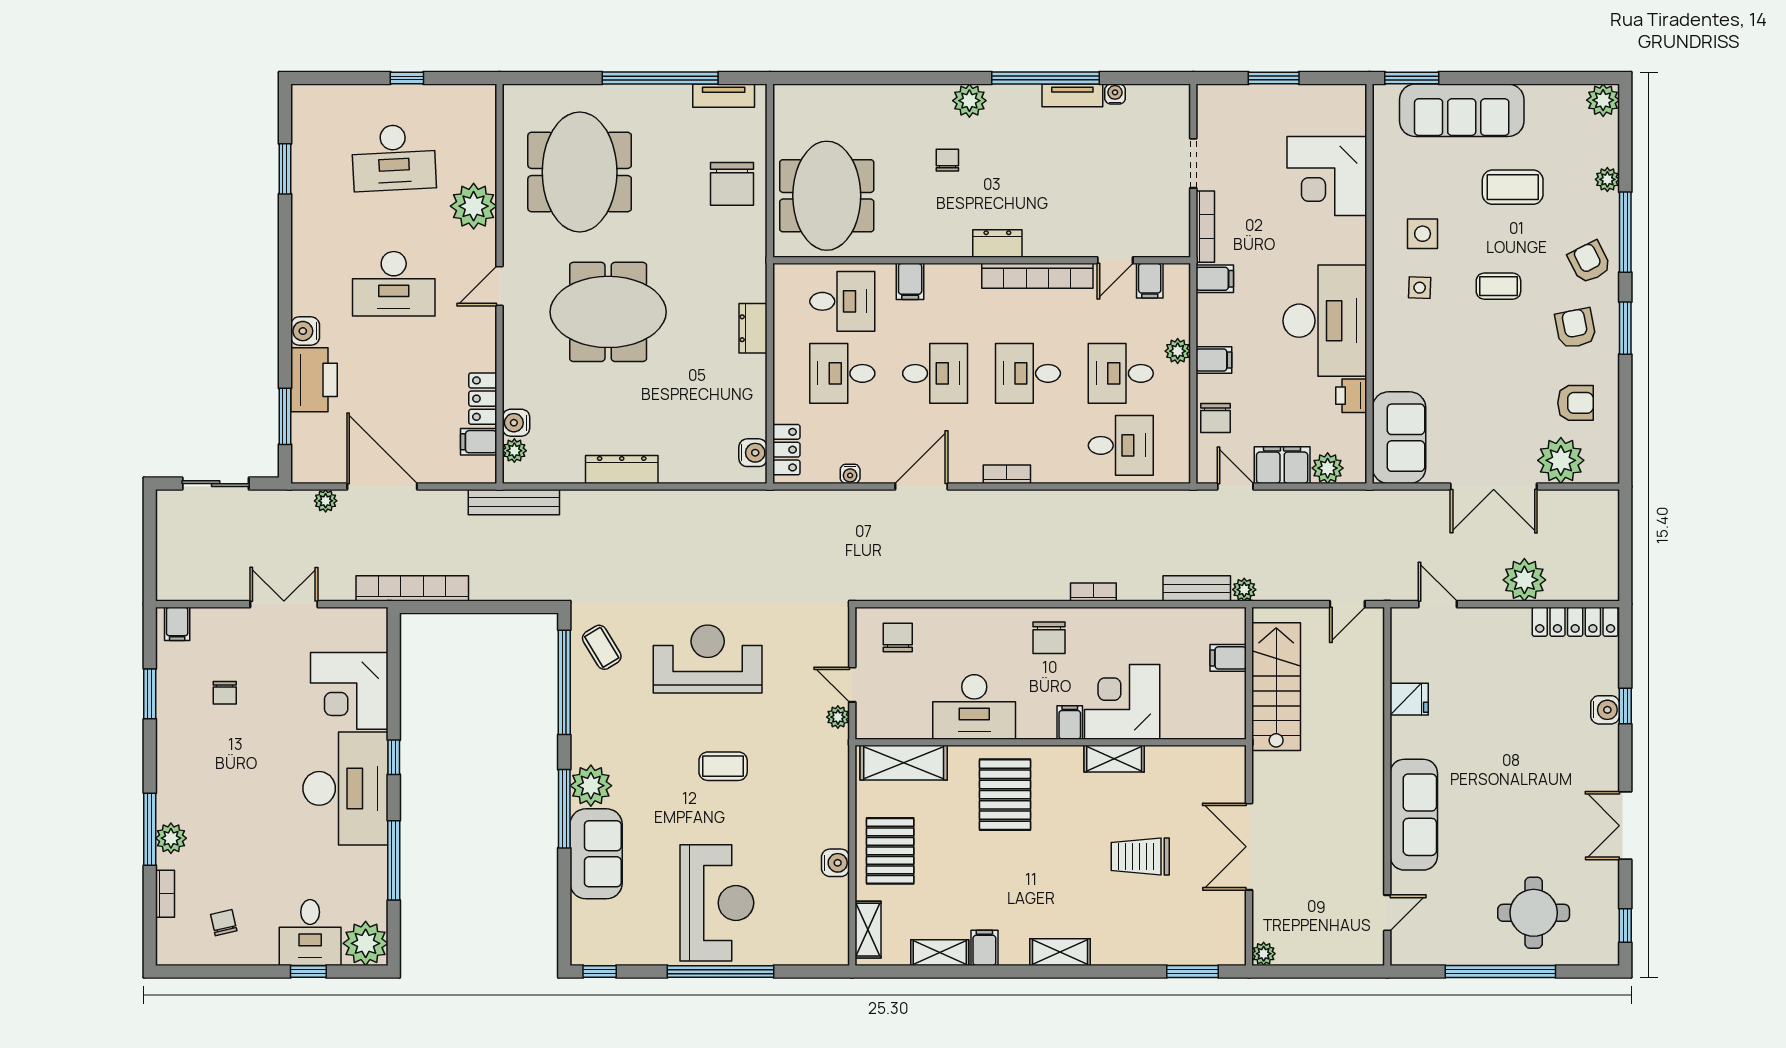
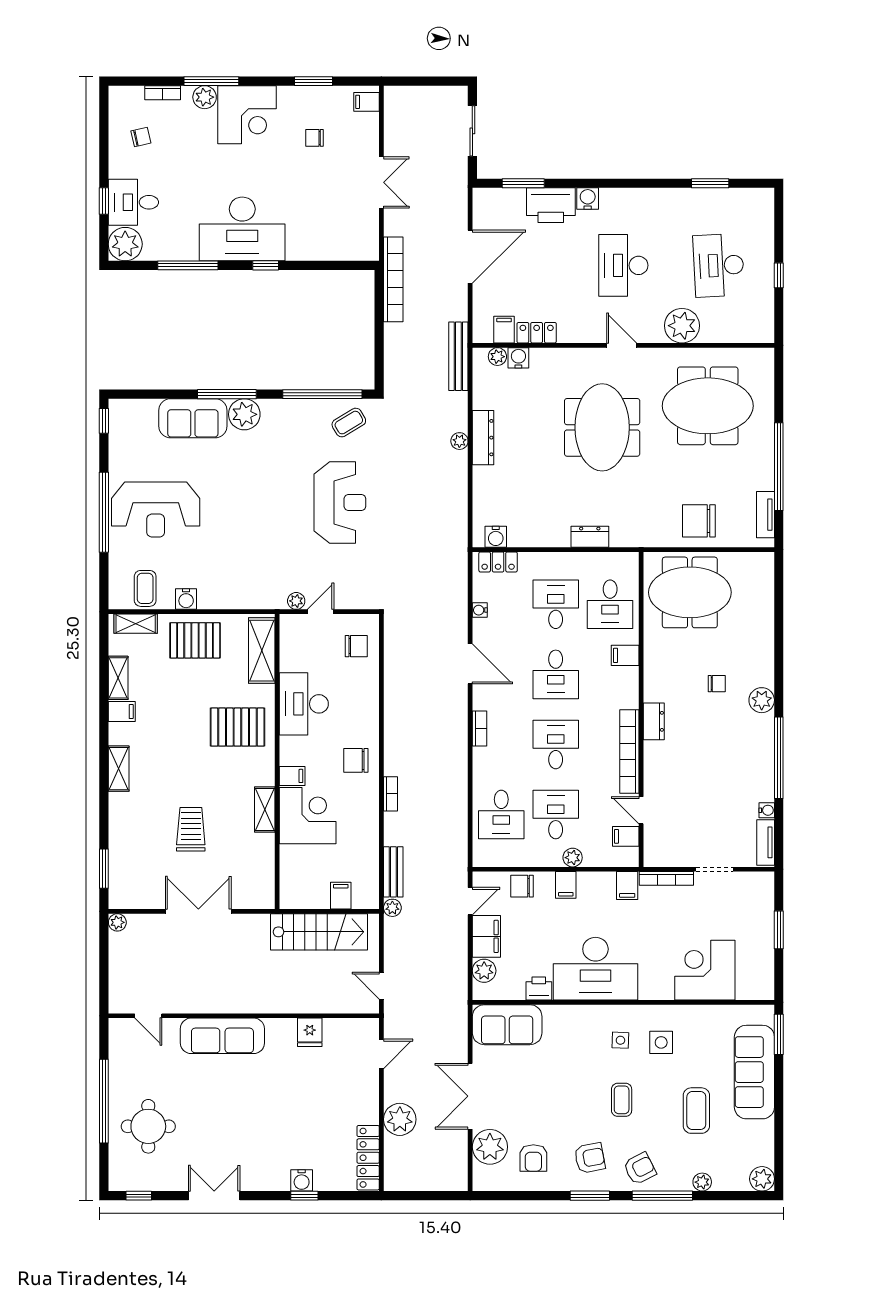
tv unit: (1072, 95) -> (766, 842), moved
plant: (326, 501) -> (459, 441), moved
corner desk: (349, 691) -> (247, 115), moved, turned 180
coffee table: (723, 766) -> (145, 588), moved

